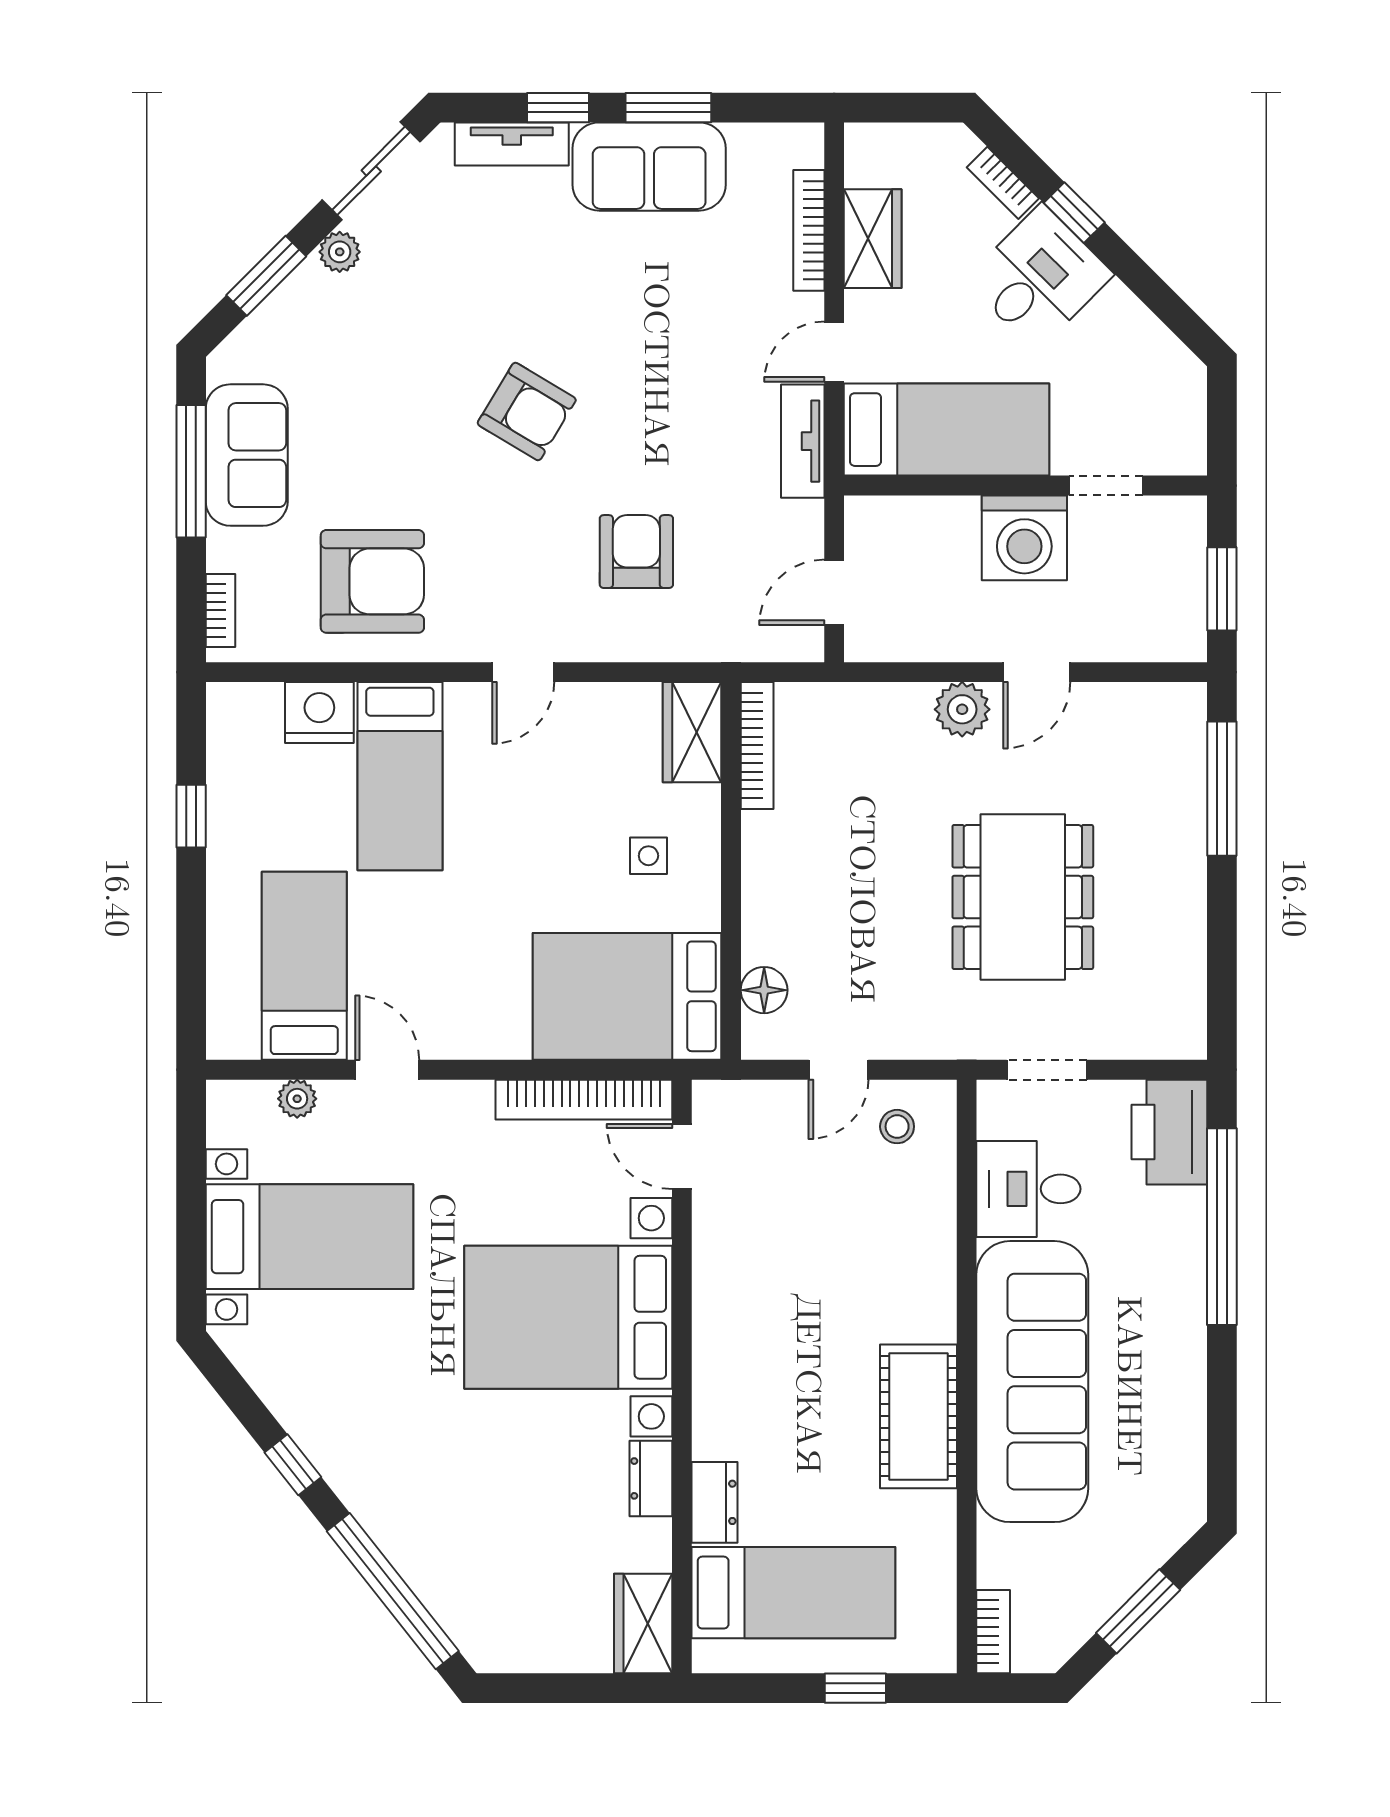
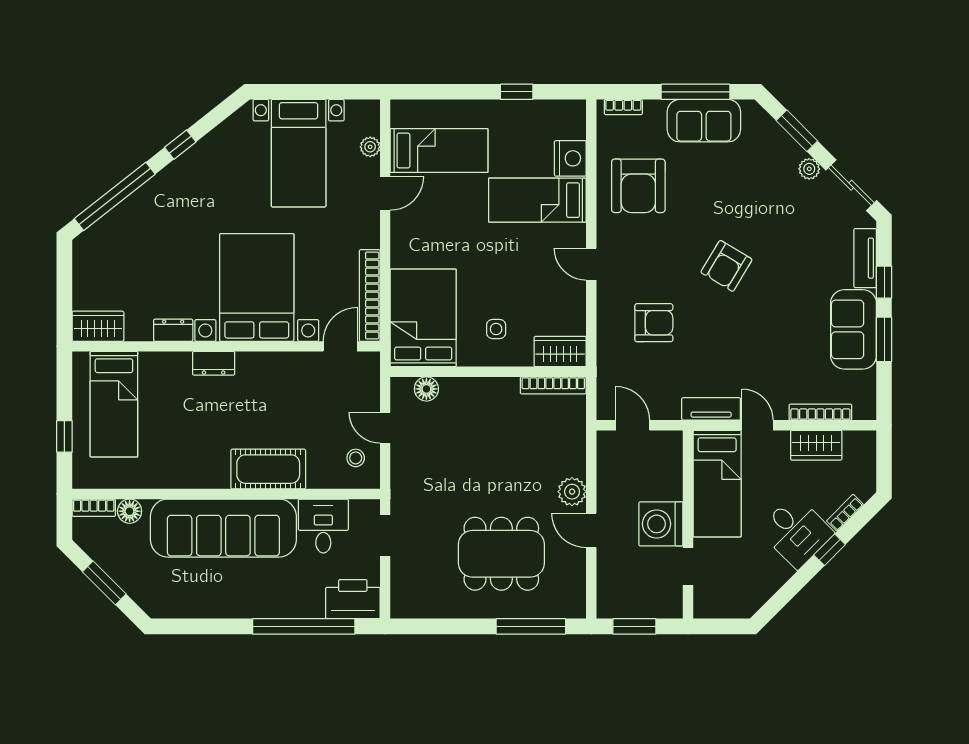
dining table: (1023, 897) -> (501, 554), moved
cot: (919, 1416) -> (268, 469), moved
dresser: (715, 1502) -> (214, 363), moved
floor lamp: (1000, 1563) -> (130, 511), added

